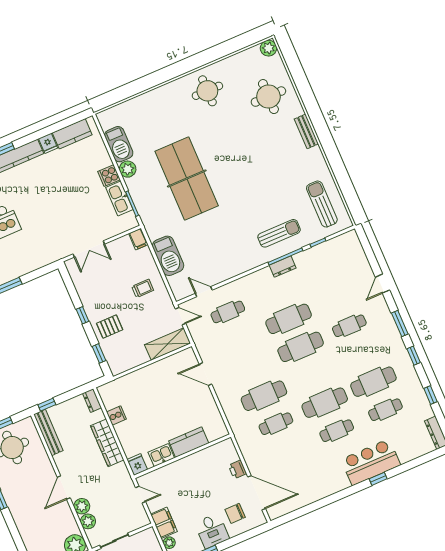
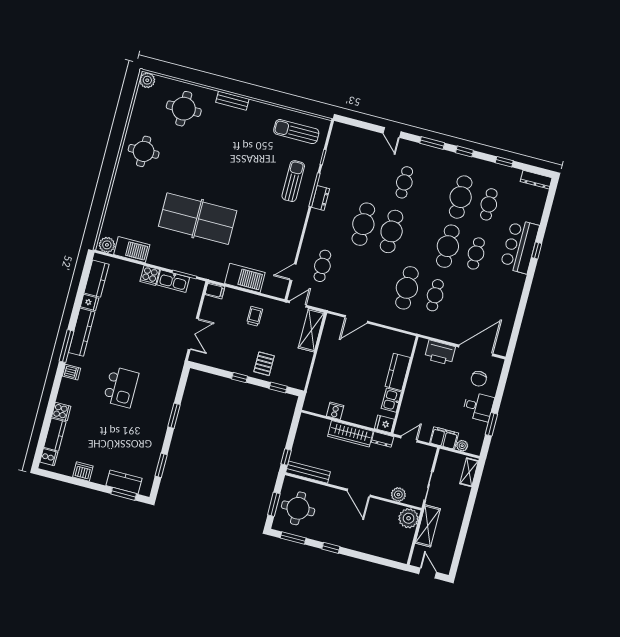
plant: (128, 169) -> (107, 245), moved
dresser: (92, 401) -> (383, 439), moved
printer: (237, 469) -> (440, 353), width x1.87, depth x1.48
plant: (82, 506) -> (383, 490), removed

